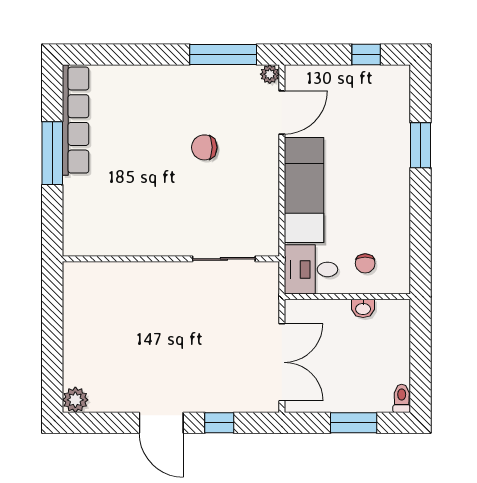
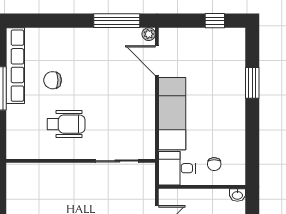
door: (282, 112) -> (157, 60), swing flipped
chair: (204, 147) -> (53, 80), moved
wheelchair: (149, 205) -> (66, 124), added
washbasin: (363, 308) -> (237, 195), moved

